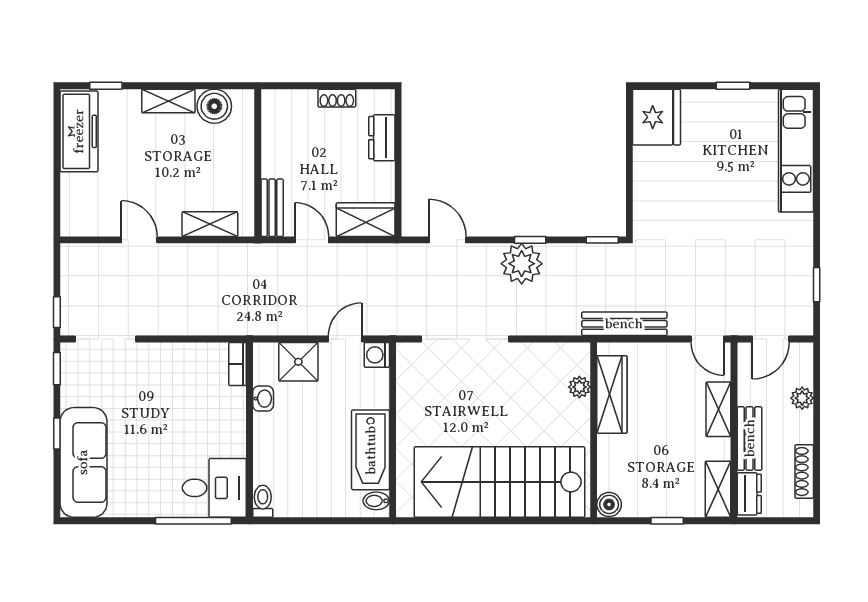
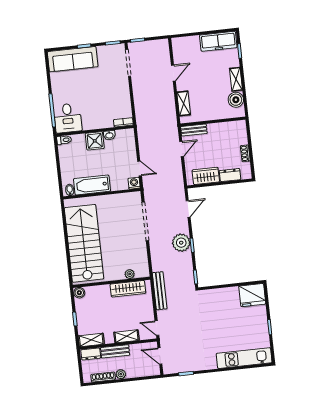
wardrobe: (366, 220) -> (206, 176), moved, turned -90
door: (707, 339) -> (157, 328), hinge flipped
shower: (298, 362) -> (95, 141), moved
plant: (802, 398) -> (121, 374), moved

